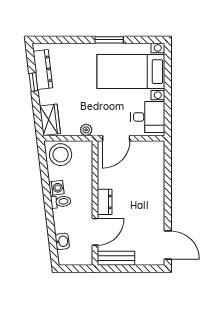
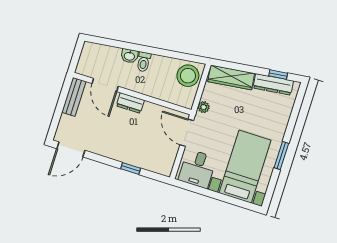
window: (33, 82) -> (278, 74), moved
wardrobe: (50, 120) -> (231, 78), width x1.50
window: (168, 181) -> (131, 168), added
washing machine: (56, 188) -> (158, 62), removed
washbasin: (62, 241) -> (129, 56), moved

